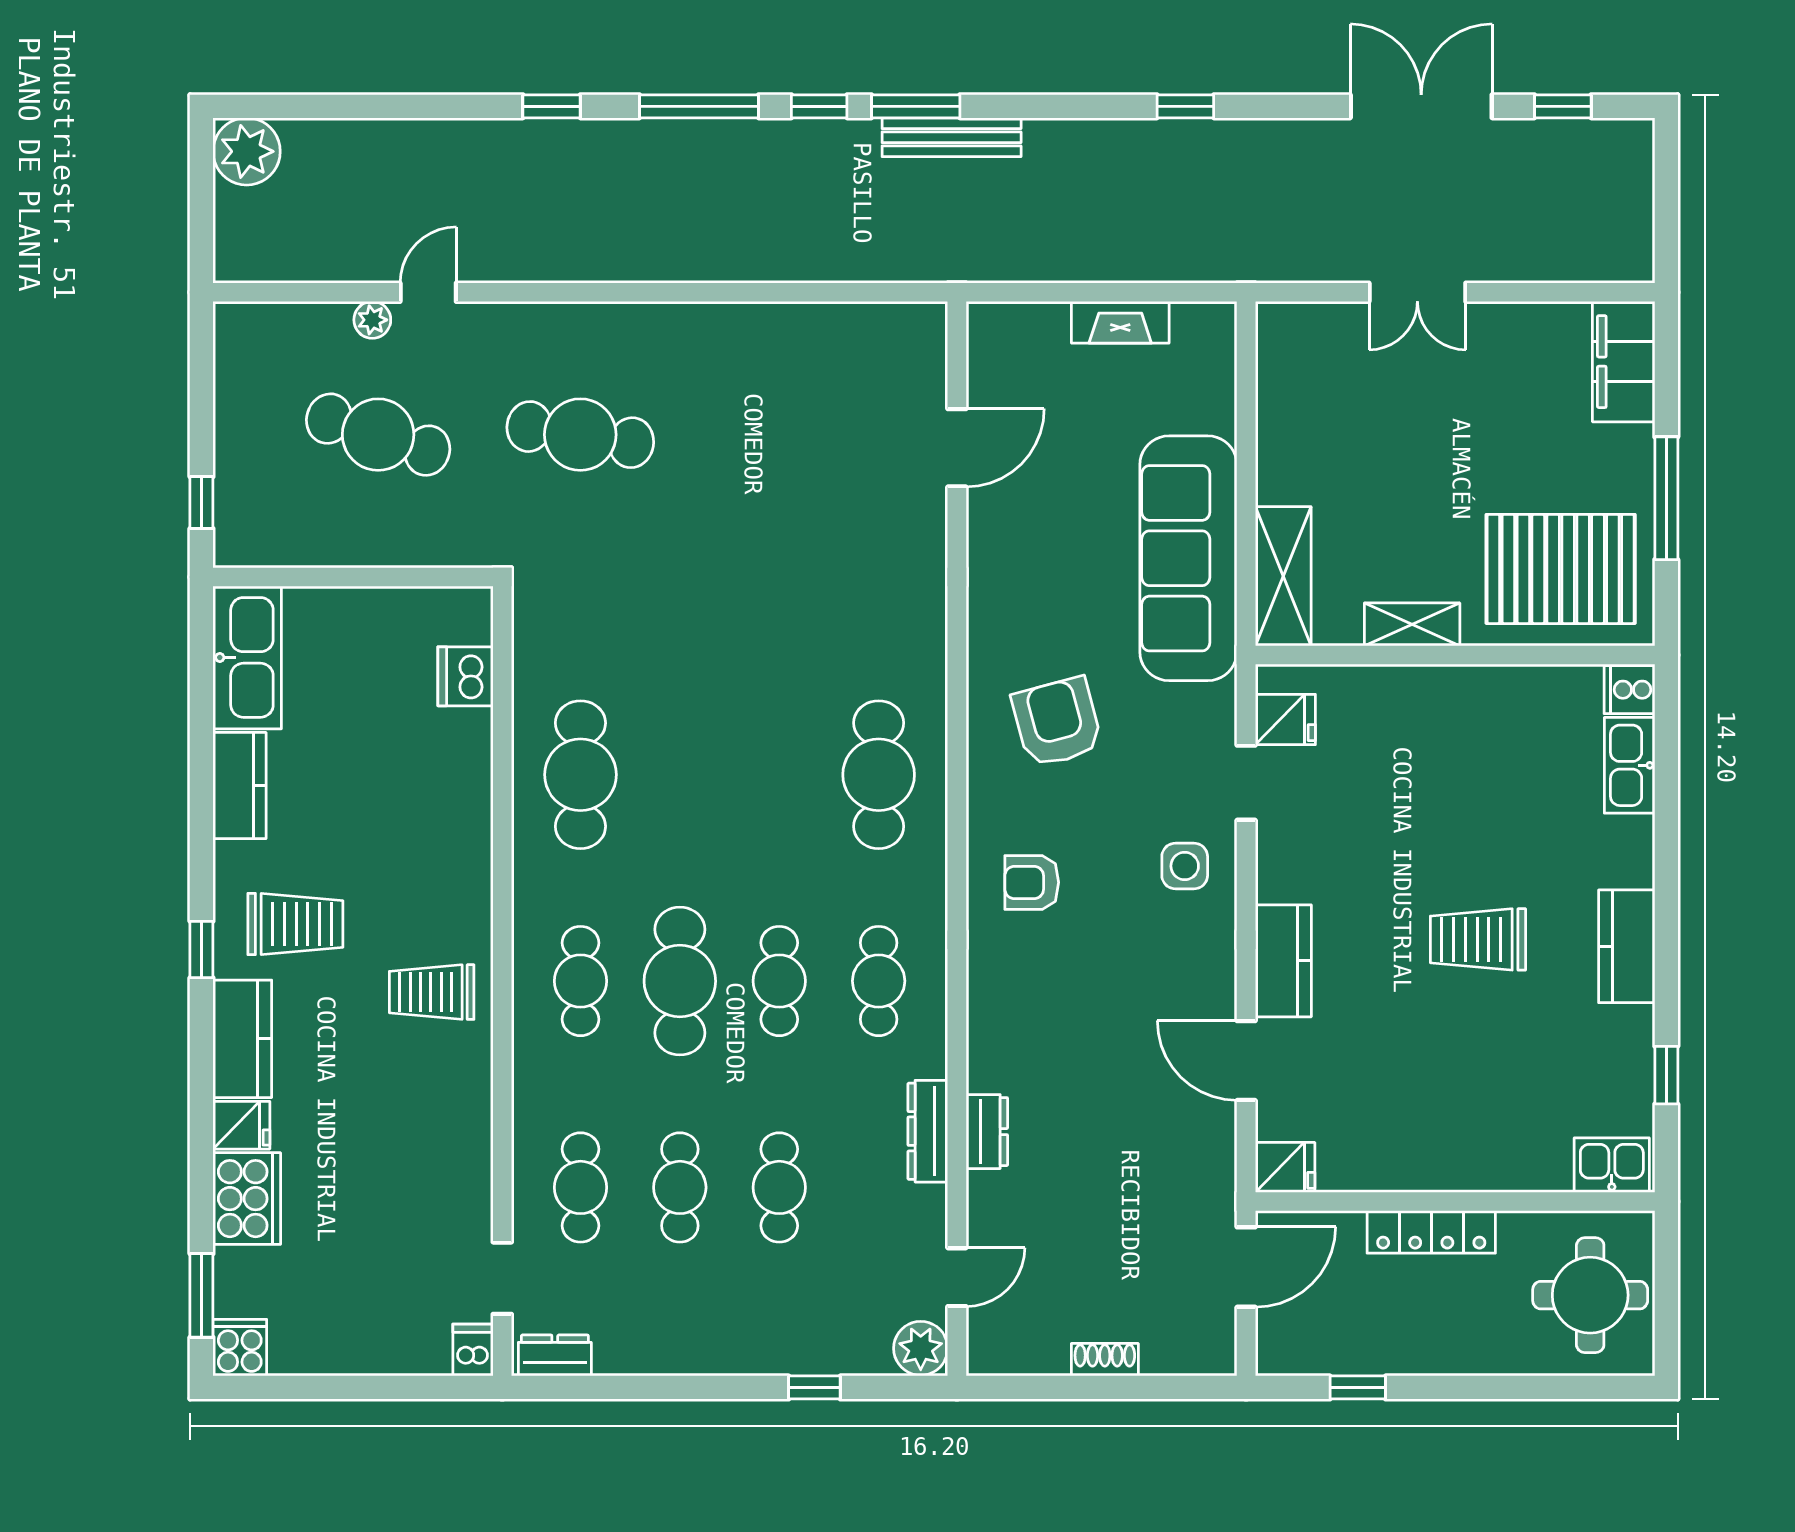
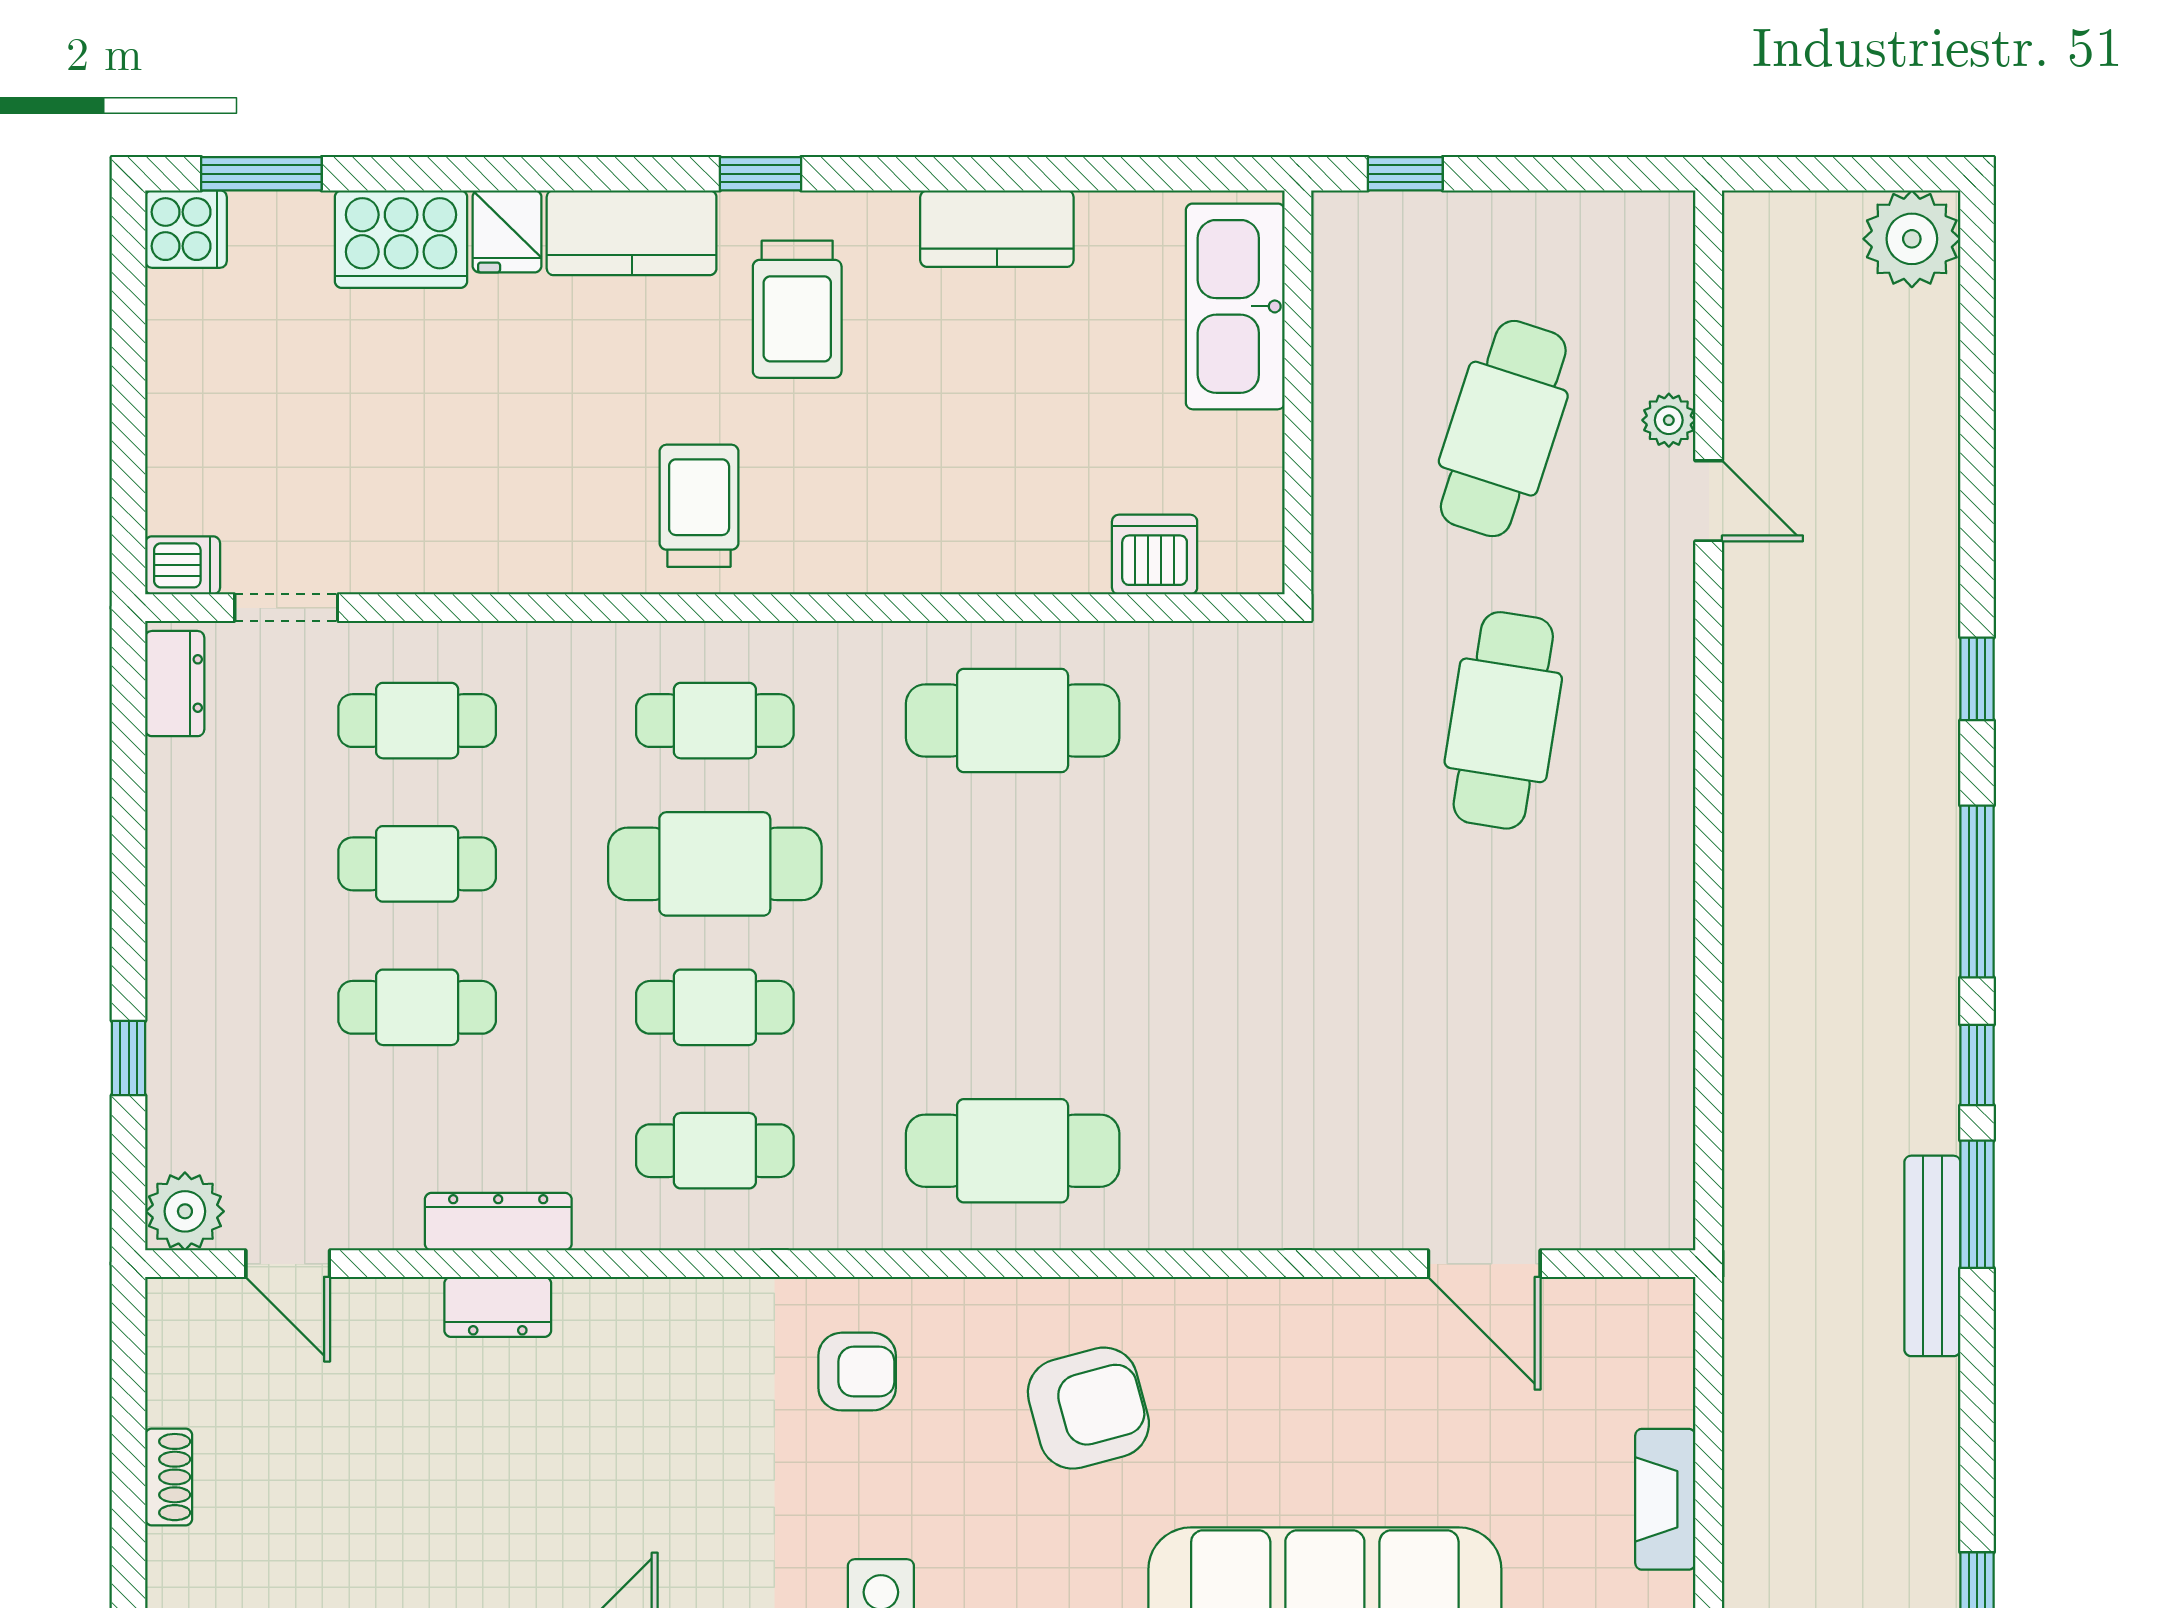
kitchen sink: (247, 657) -> (1235, 306), moved, turned 90
armchair: (1032, 882) -> (857, 1372), turned 90

